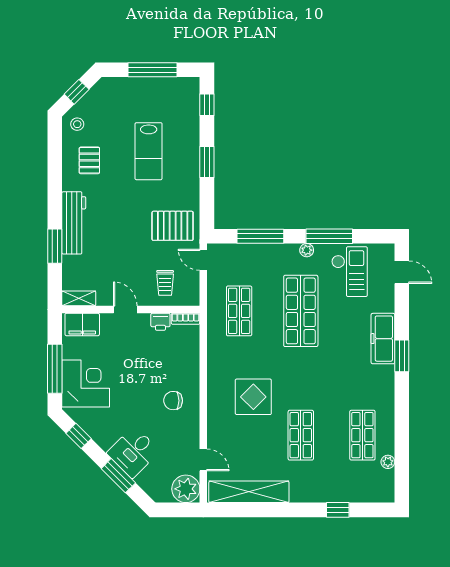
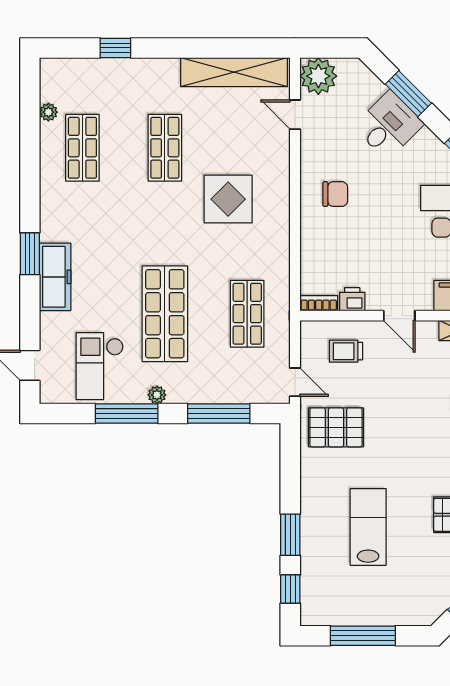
window: (207, 162) -> (290, 535), moved
trolley: (165, 283) -> (346, 351), turned -90

